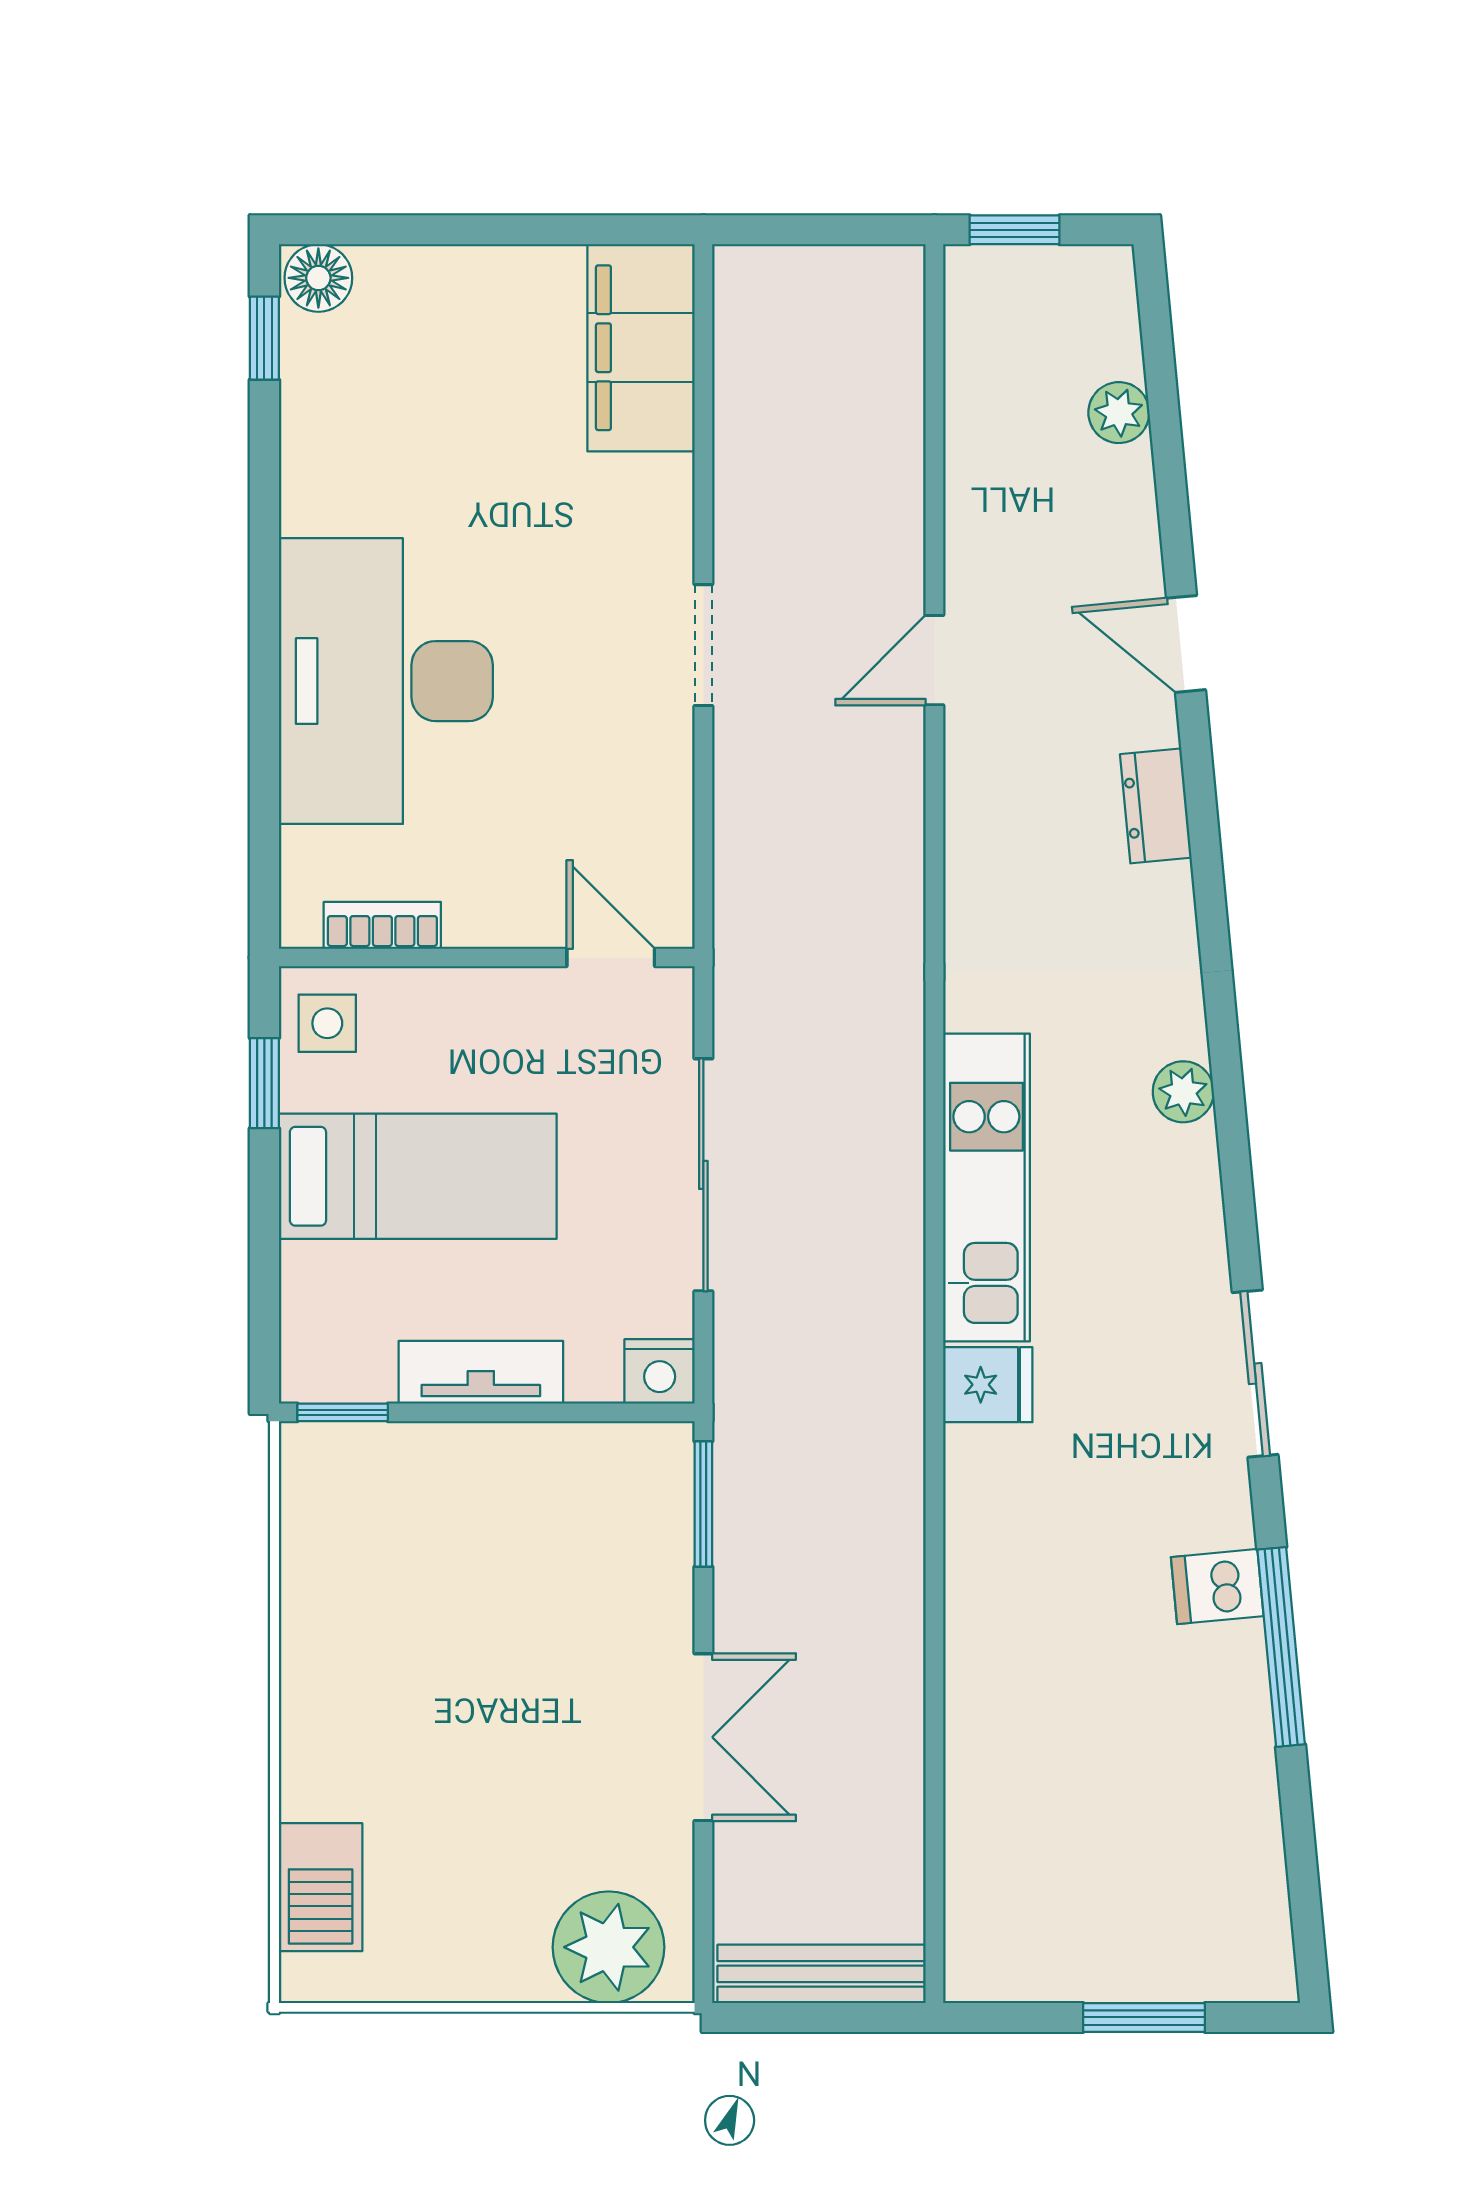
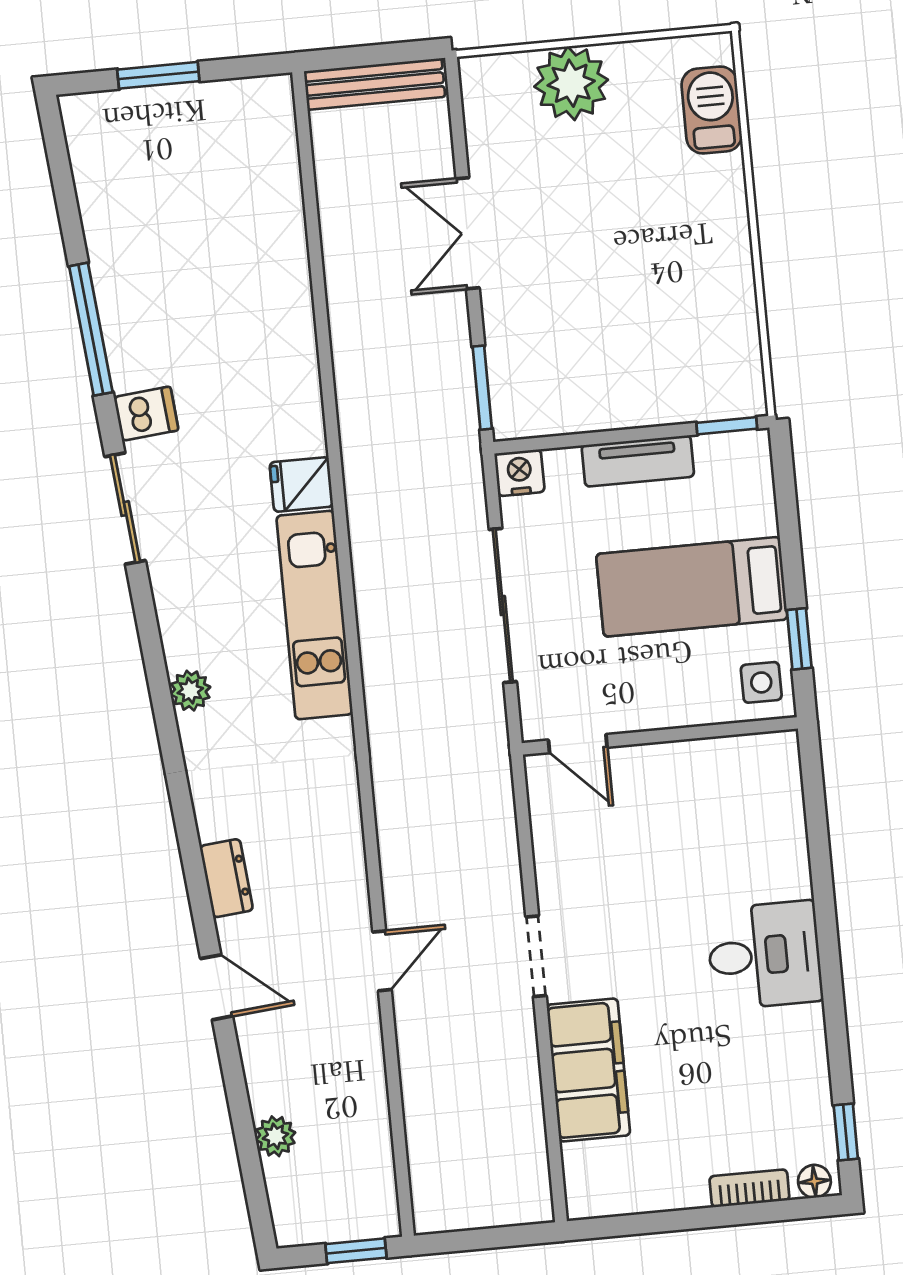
floor lamp: (318, 278) -> (814, 1181), width x0.73, depth x0.73
filing cabinet: (641, 348) -> (588, 1070), moved
desk: (386, 681) -> (764, 955), width x0.53, depth x0.77
bookcase: (382, 925) -> (749, 1188), moved, turned 180
dishwasher: (1217, 1587) -> (146, 414), moved
plant: (609, 1947) -> (571, 83), moved

